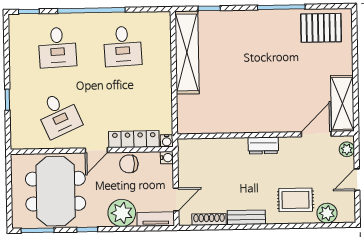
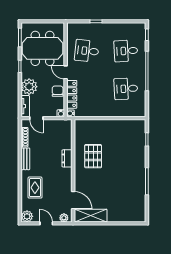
pallet: (321, 28) -> (93, 156), moved
shelving: (187, 52) -> (122, 126), removed
desk: (59, 115) -> (87, 51), turned 30
dresser: (263, 145) -> (67, 158), moved
plant: (327, 213) -> (27, 216), moved

